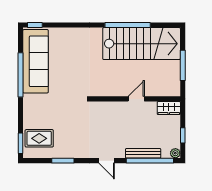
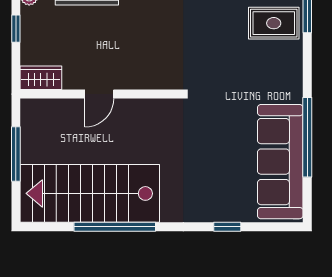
window: (35, 25) -> (227, 227), moved

